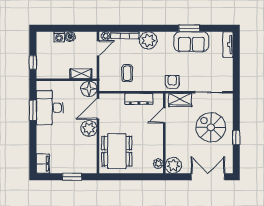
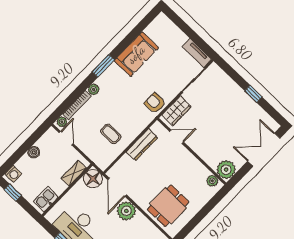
window: (189, 28) -> (103, 66), moved
washing machine: (59, 37) -> (13, 174), moved
plant: (148, 40) -> (94, 89), width x0.53, depth x0.53
tv unit: (228, 45) -> (197, 53), moved
window: (33, 62) -> (13, 193), moved
kitchen sink: (48, 72) -> (46, 199), added
door: (164, 115) -> (177, 137), swing flipped
spiral stairs: (211, 127) -> (224, 107), removed
dining table: (117, 151) -> (168, 206), width x0.73

